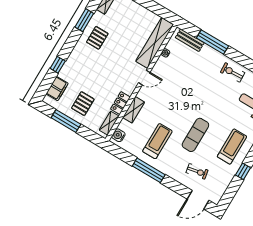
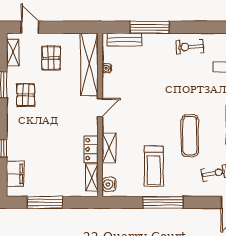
pallet: (83, 104) -> (51, 58), moved
treadmill: (157, 141) -> (154, 166), turned 180

